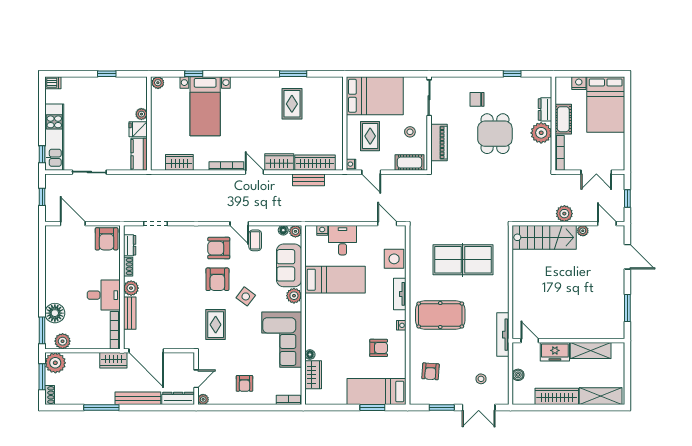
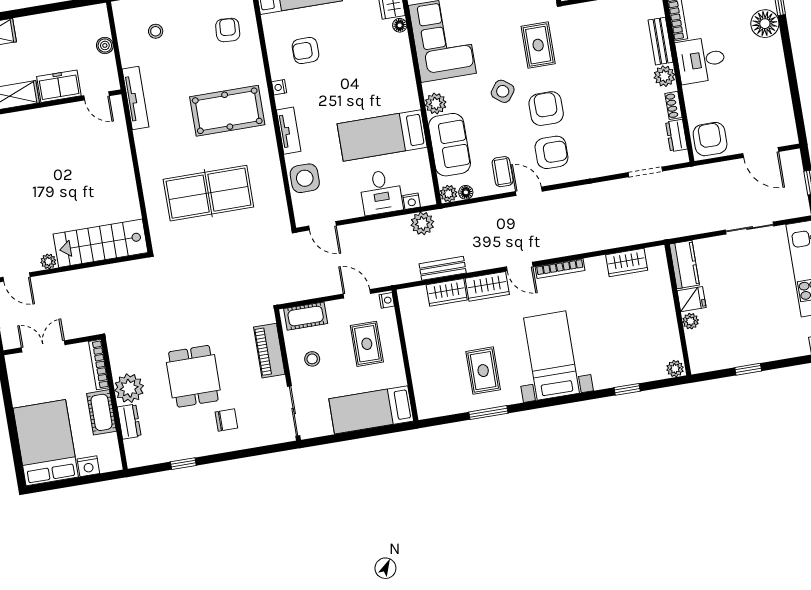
bed: (375, 96) -> (371, 410), width x0.67
bed with nightstands: (205, 106) -> (551, 356), moved
wardrobe: (315, 163) -> (447, 292), width x0.67
plant: (564, 214) -> (422, 223), moved
wardrobe: (557, 396) -> (46, 25), removed

